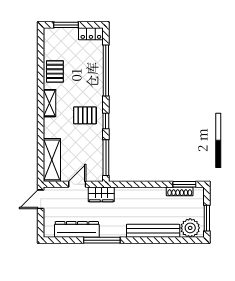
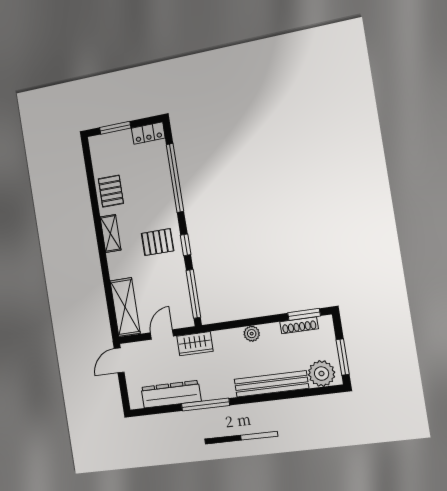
plant: (145, 193) -> (252, 334), added

